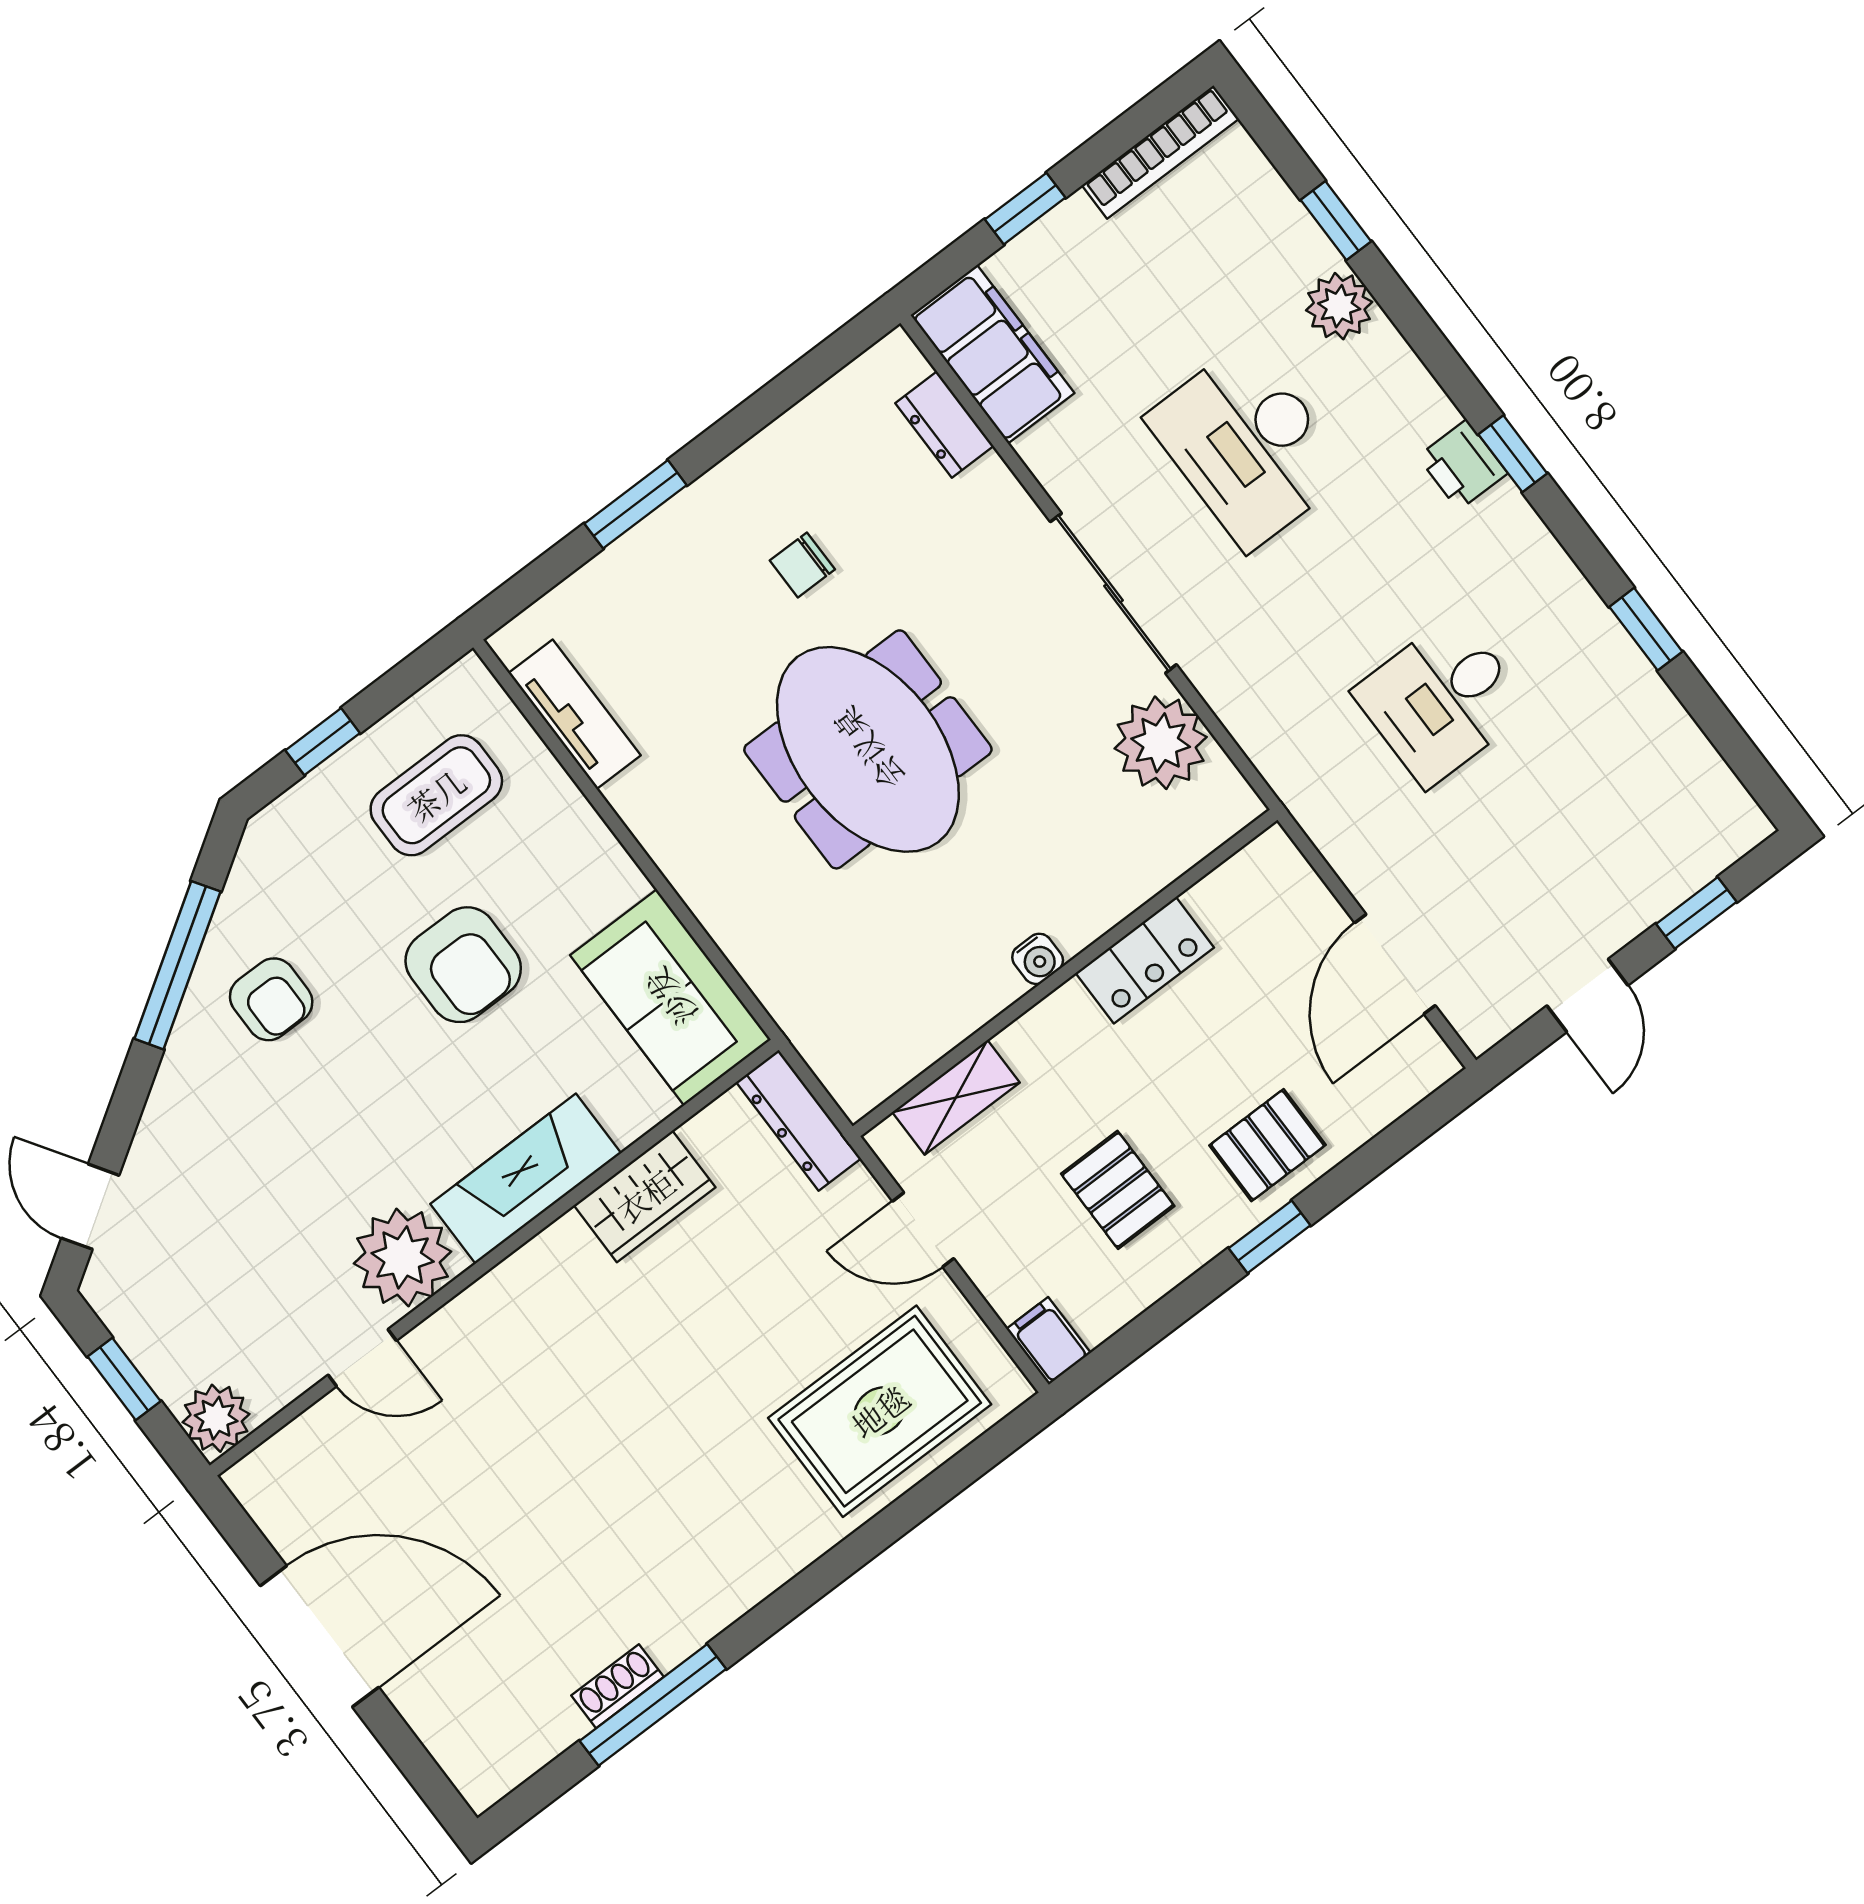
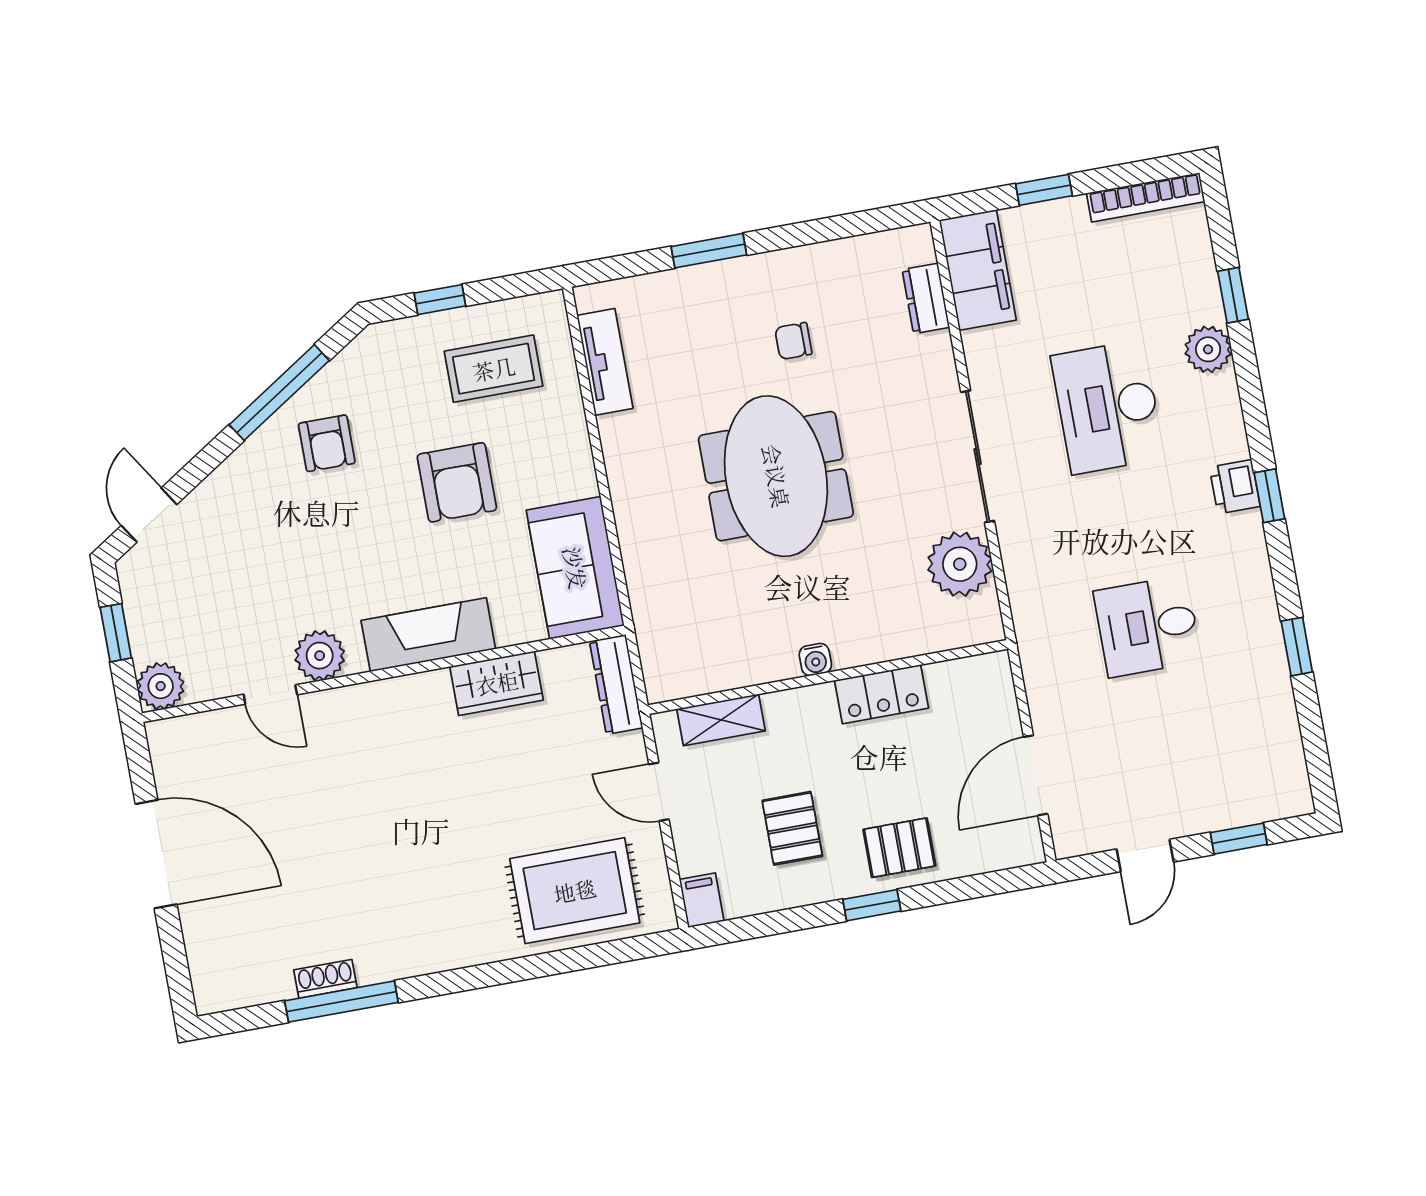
plant: (403, 1257) -> (320, 656), width x0.73, depth x0.73

